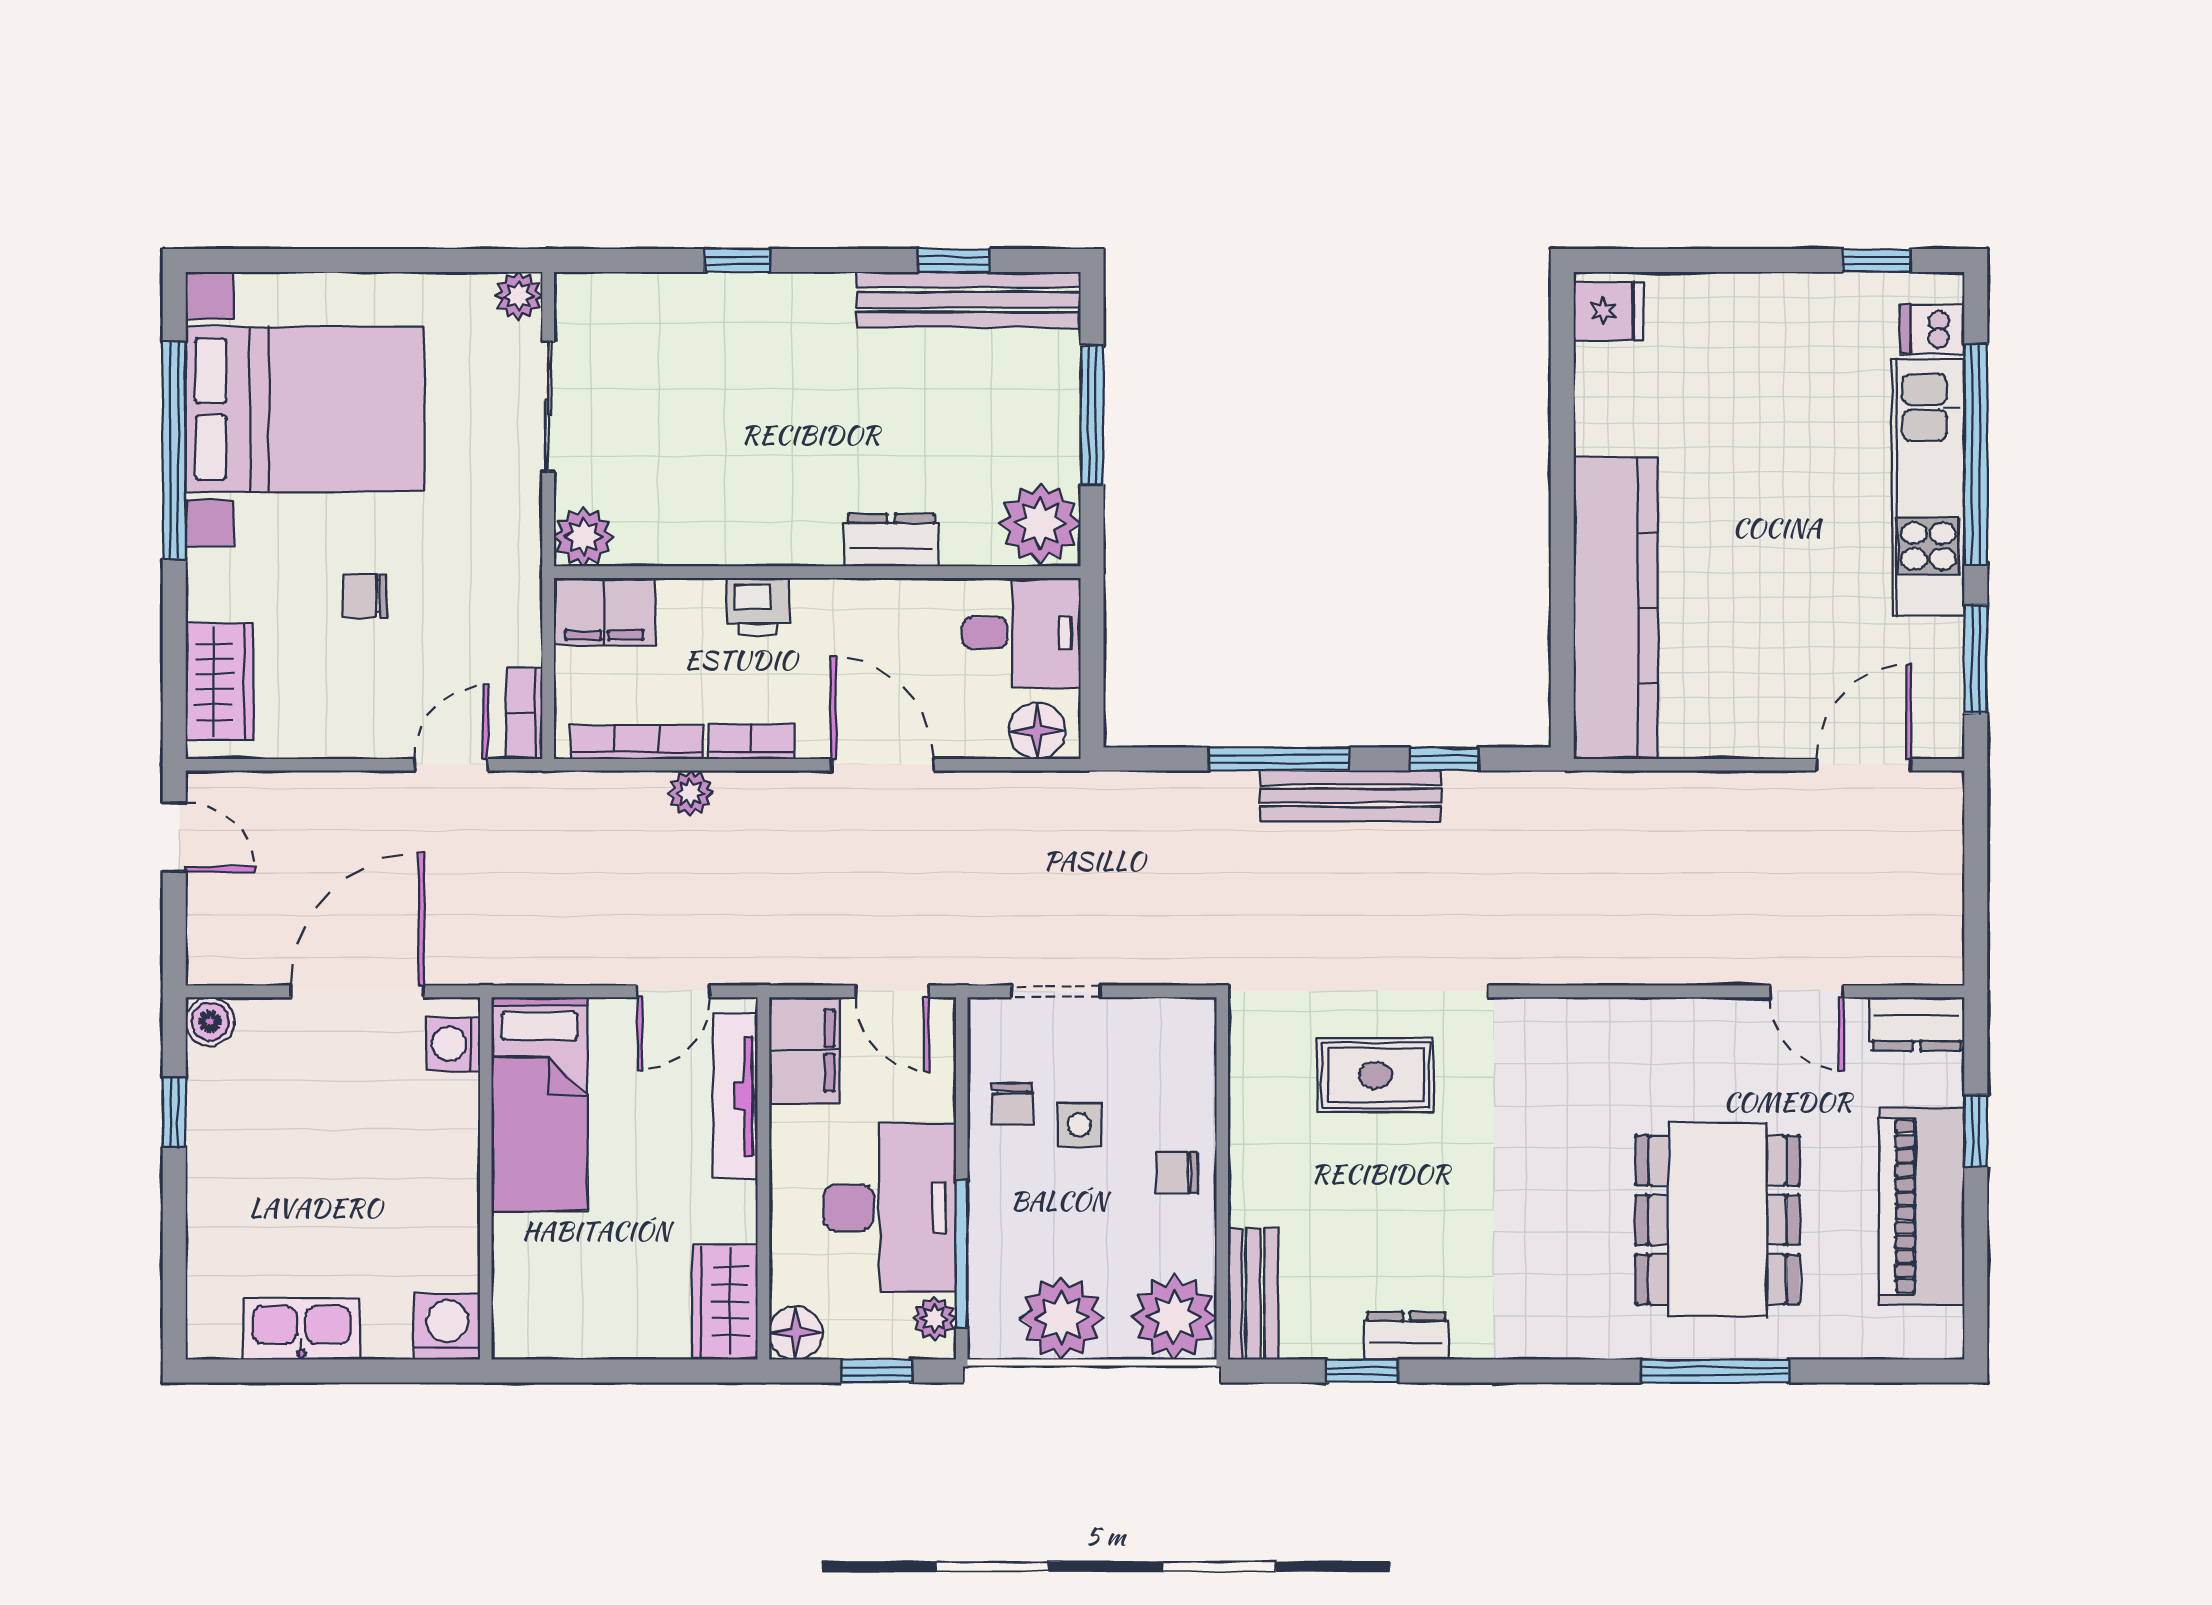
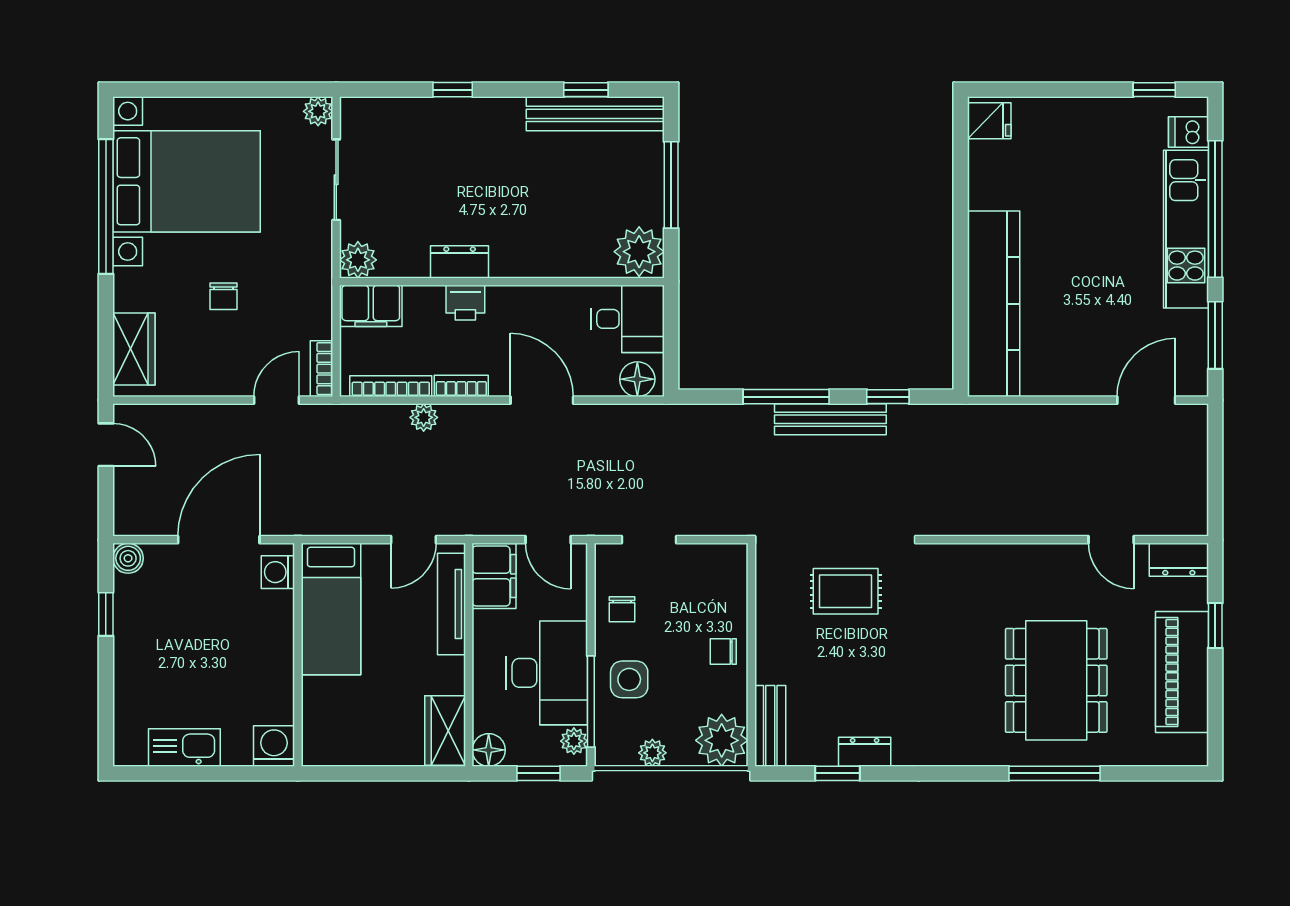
dresser: (891, 540) -> (460, 262), moved
chair: (365, 596) -> (224, 296), turned -90
side table: (1079, 1125) -> (629, 679), moved, width x1.37, depth x1.37
plant: (1062, 1318) -> (652, 753), width x0.53, depth x0.53

